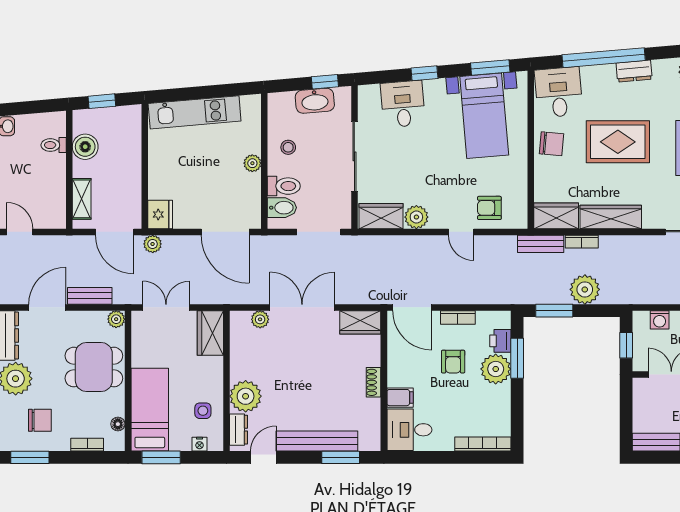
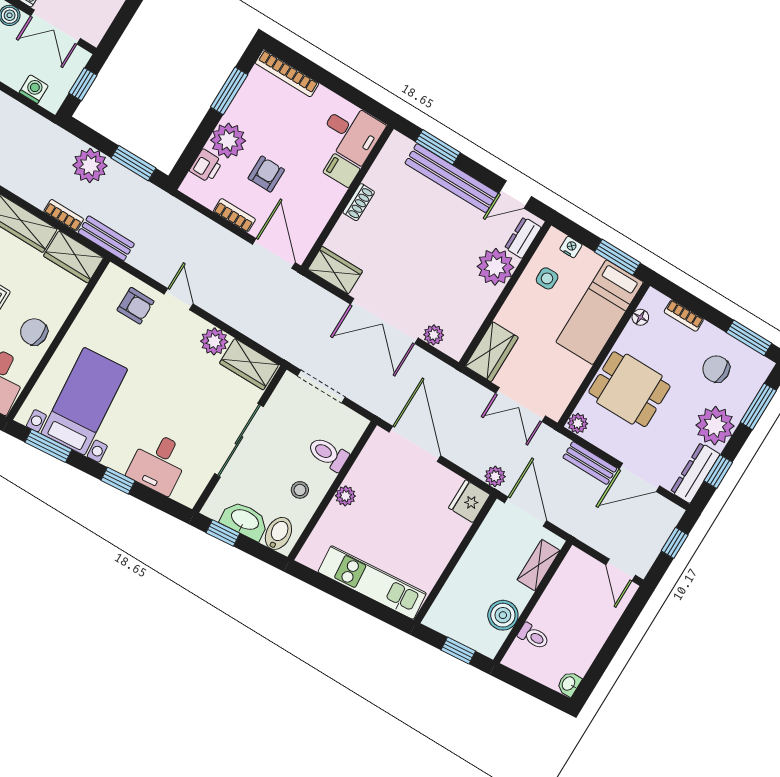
bidet: (282, 208) -> (278, 533), moved, turned 85
window: (517, 358) -> (229, 91), moved

